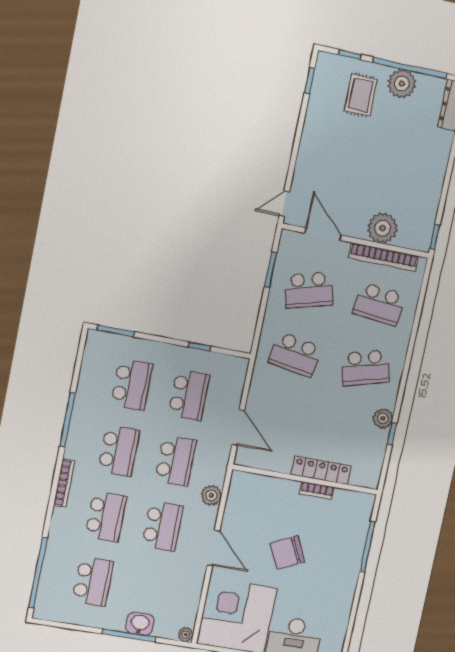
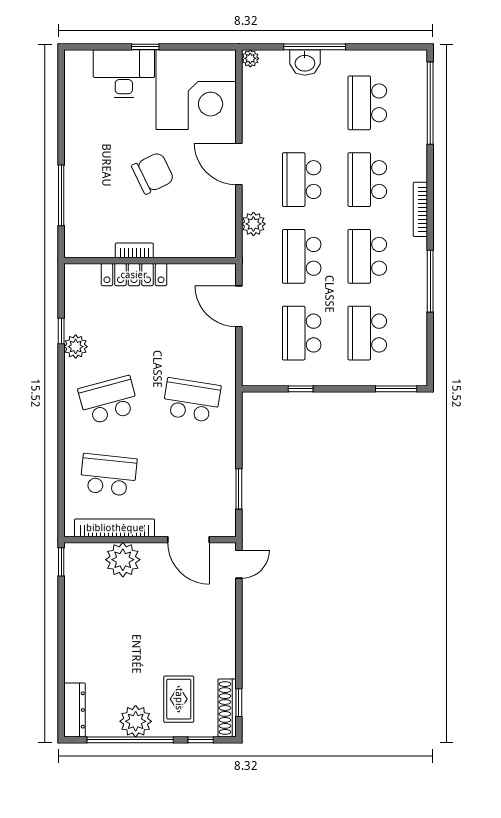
shoe rack: (321, 78) -> (227, 708), added
school desk: (309, 290) -> (192, 475), removed

